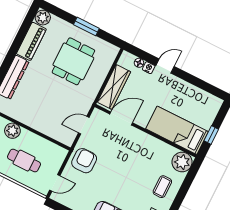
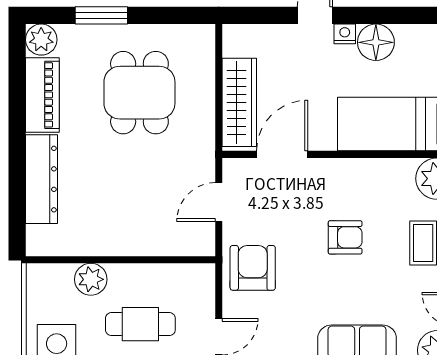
window: (86, 27) -> (101, 15), moved
floor lamp: (139, 63) -> (376, 42), moved, width x1.89, depth x1.89
nightstand: (149, 68) -> (345, 34), moved
armchair: (130, 167) -> (345, 237), added

